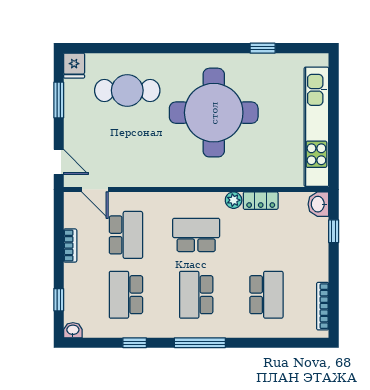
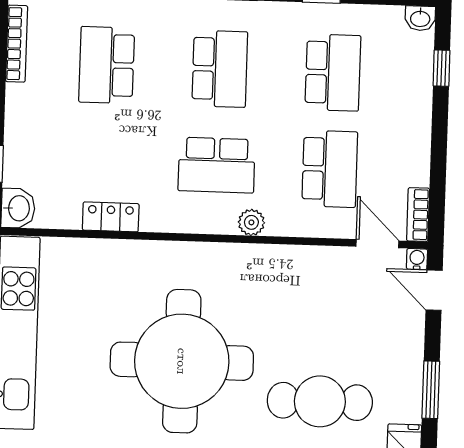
water cooler: (70, 181) -> (417, 259), added
plant: (234, 200) -> (251, 222), moved
school desk: (126, 235) -> (330, 169), turned 180
bookcase: (70, 246) -> (418, 215), moved

